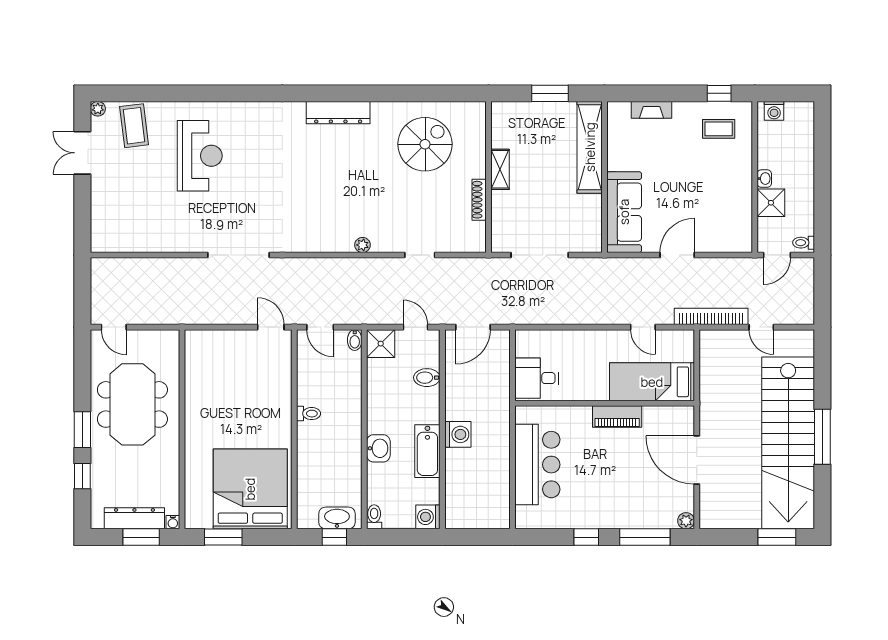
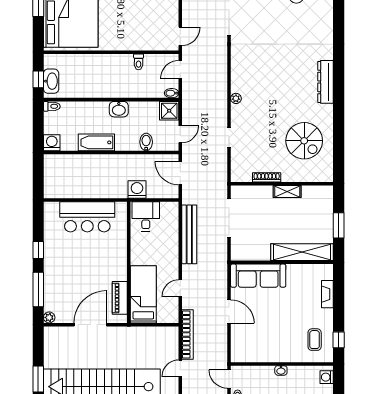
shower: (771, 203) -> (265, 375), removed
bench: (563, 314) -> (189, 234), added
toilet: (309, 414) -> (139, 62), moved
piano: (617, 417) -> (120, 298), moved
washing machine: (458, 434) -> (137, 190), moved, turned 180
washbasin: (378, 448) -> (119, 109), moved

